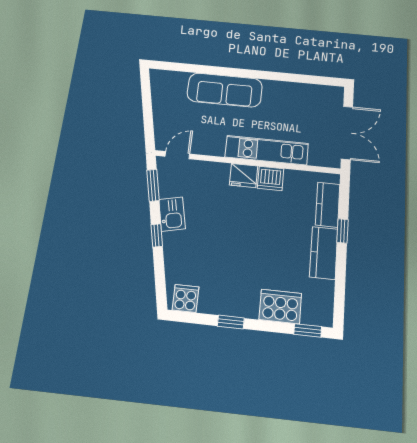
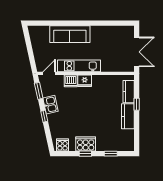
kitchen unit: (267, 150) -> (79, 66), moved
dishwasher: (271, 178) -> (71, 81), moved
cooker: (280, 306) -> (86, 144), moved
window: (308, 330) -> (111, 154), moved

